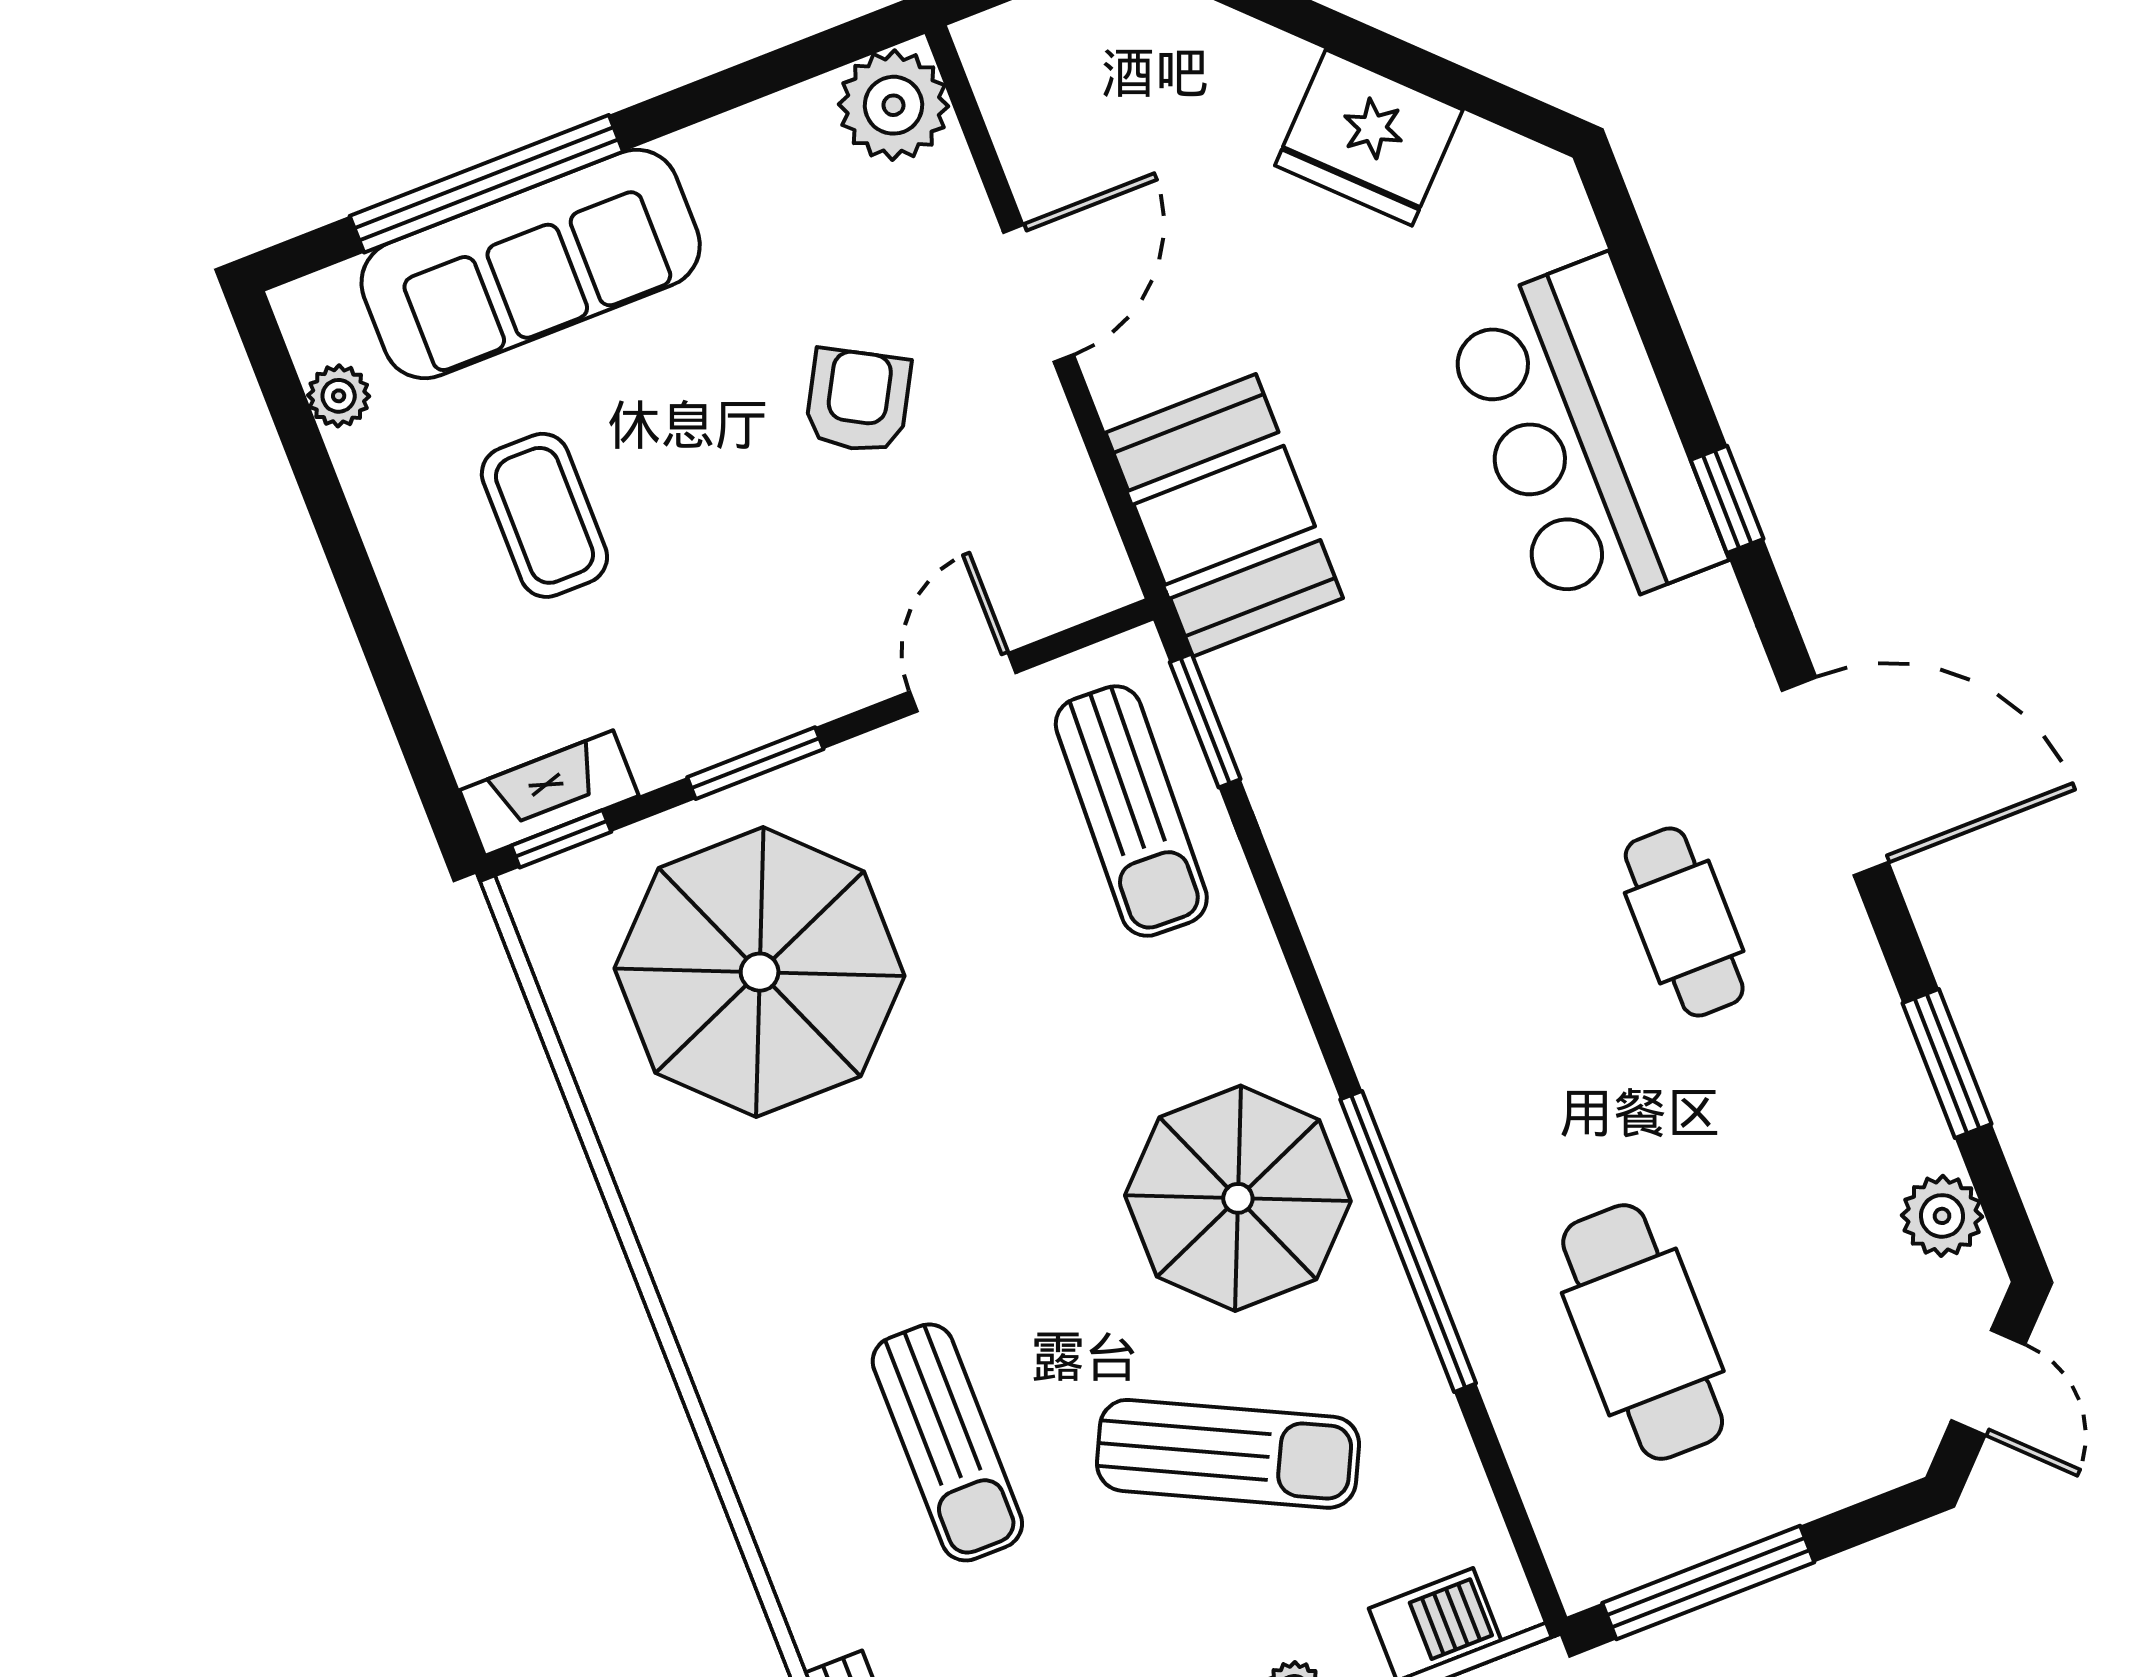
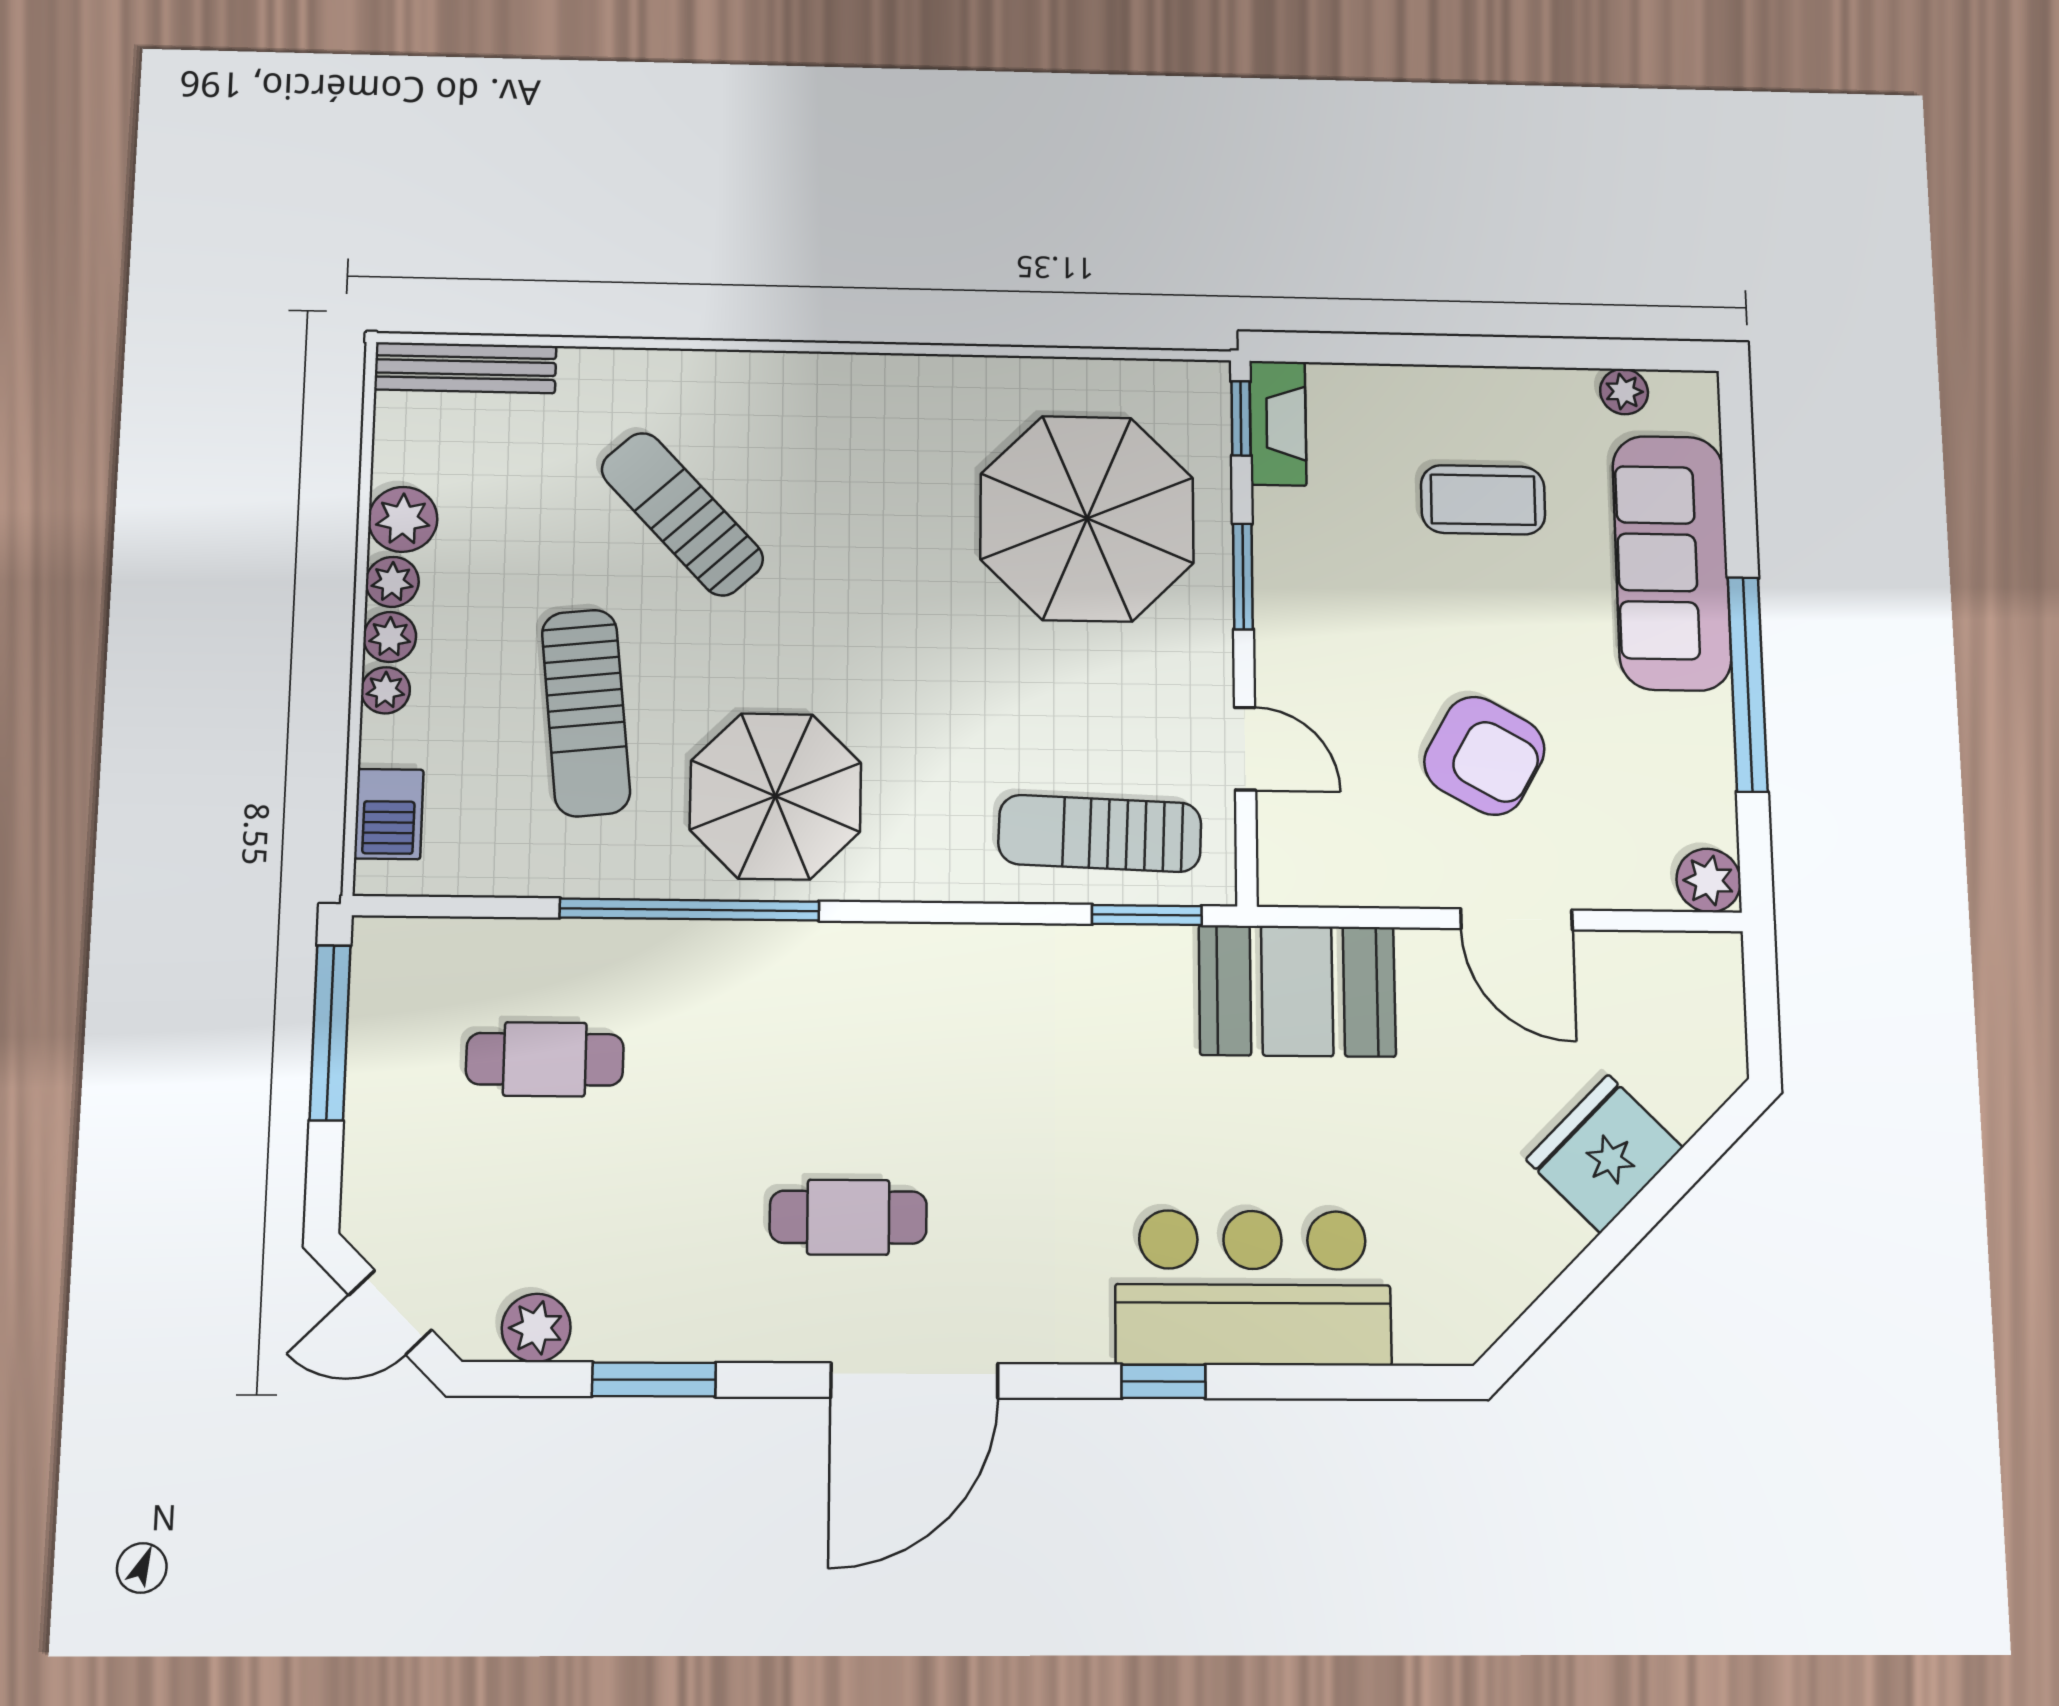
plant: (893, 105) -> (1709, 880), width x0.73, depth x0.73
fridge: (1369, 138) -> (1604, 1154), moved
window: (486, 184) -> (1748, 684), moved
armchair: (858, 401) -> (1484, 756), width x1.38, depth x1.38
cafe table: (1643, 1332) -> (545, 1059), width x0.73, depth x0.74
sun lounger: (947, 1442) -> (682, 514), turned 47
sun lounger: (1228, 1454) -> (586, 713), turned -32

